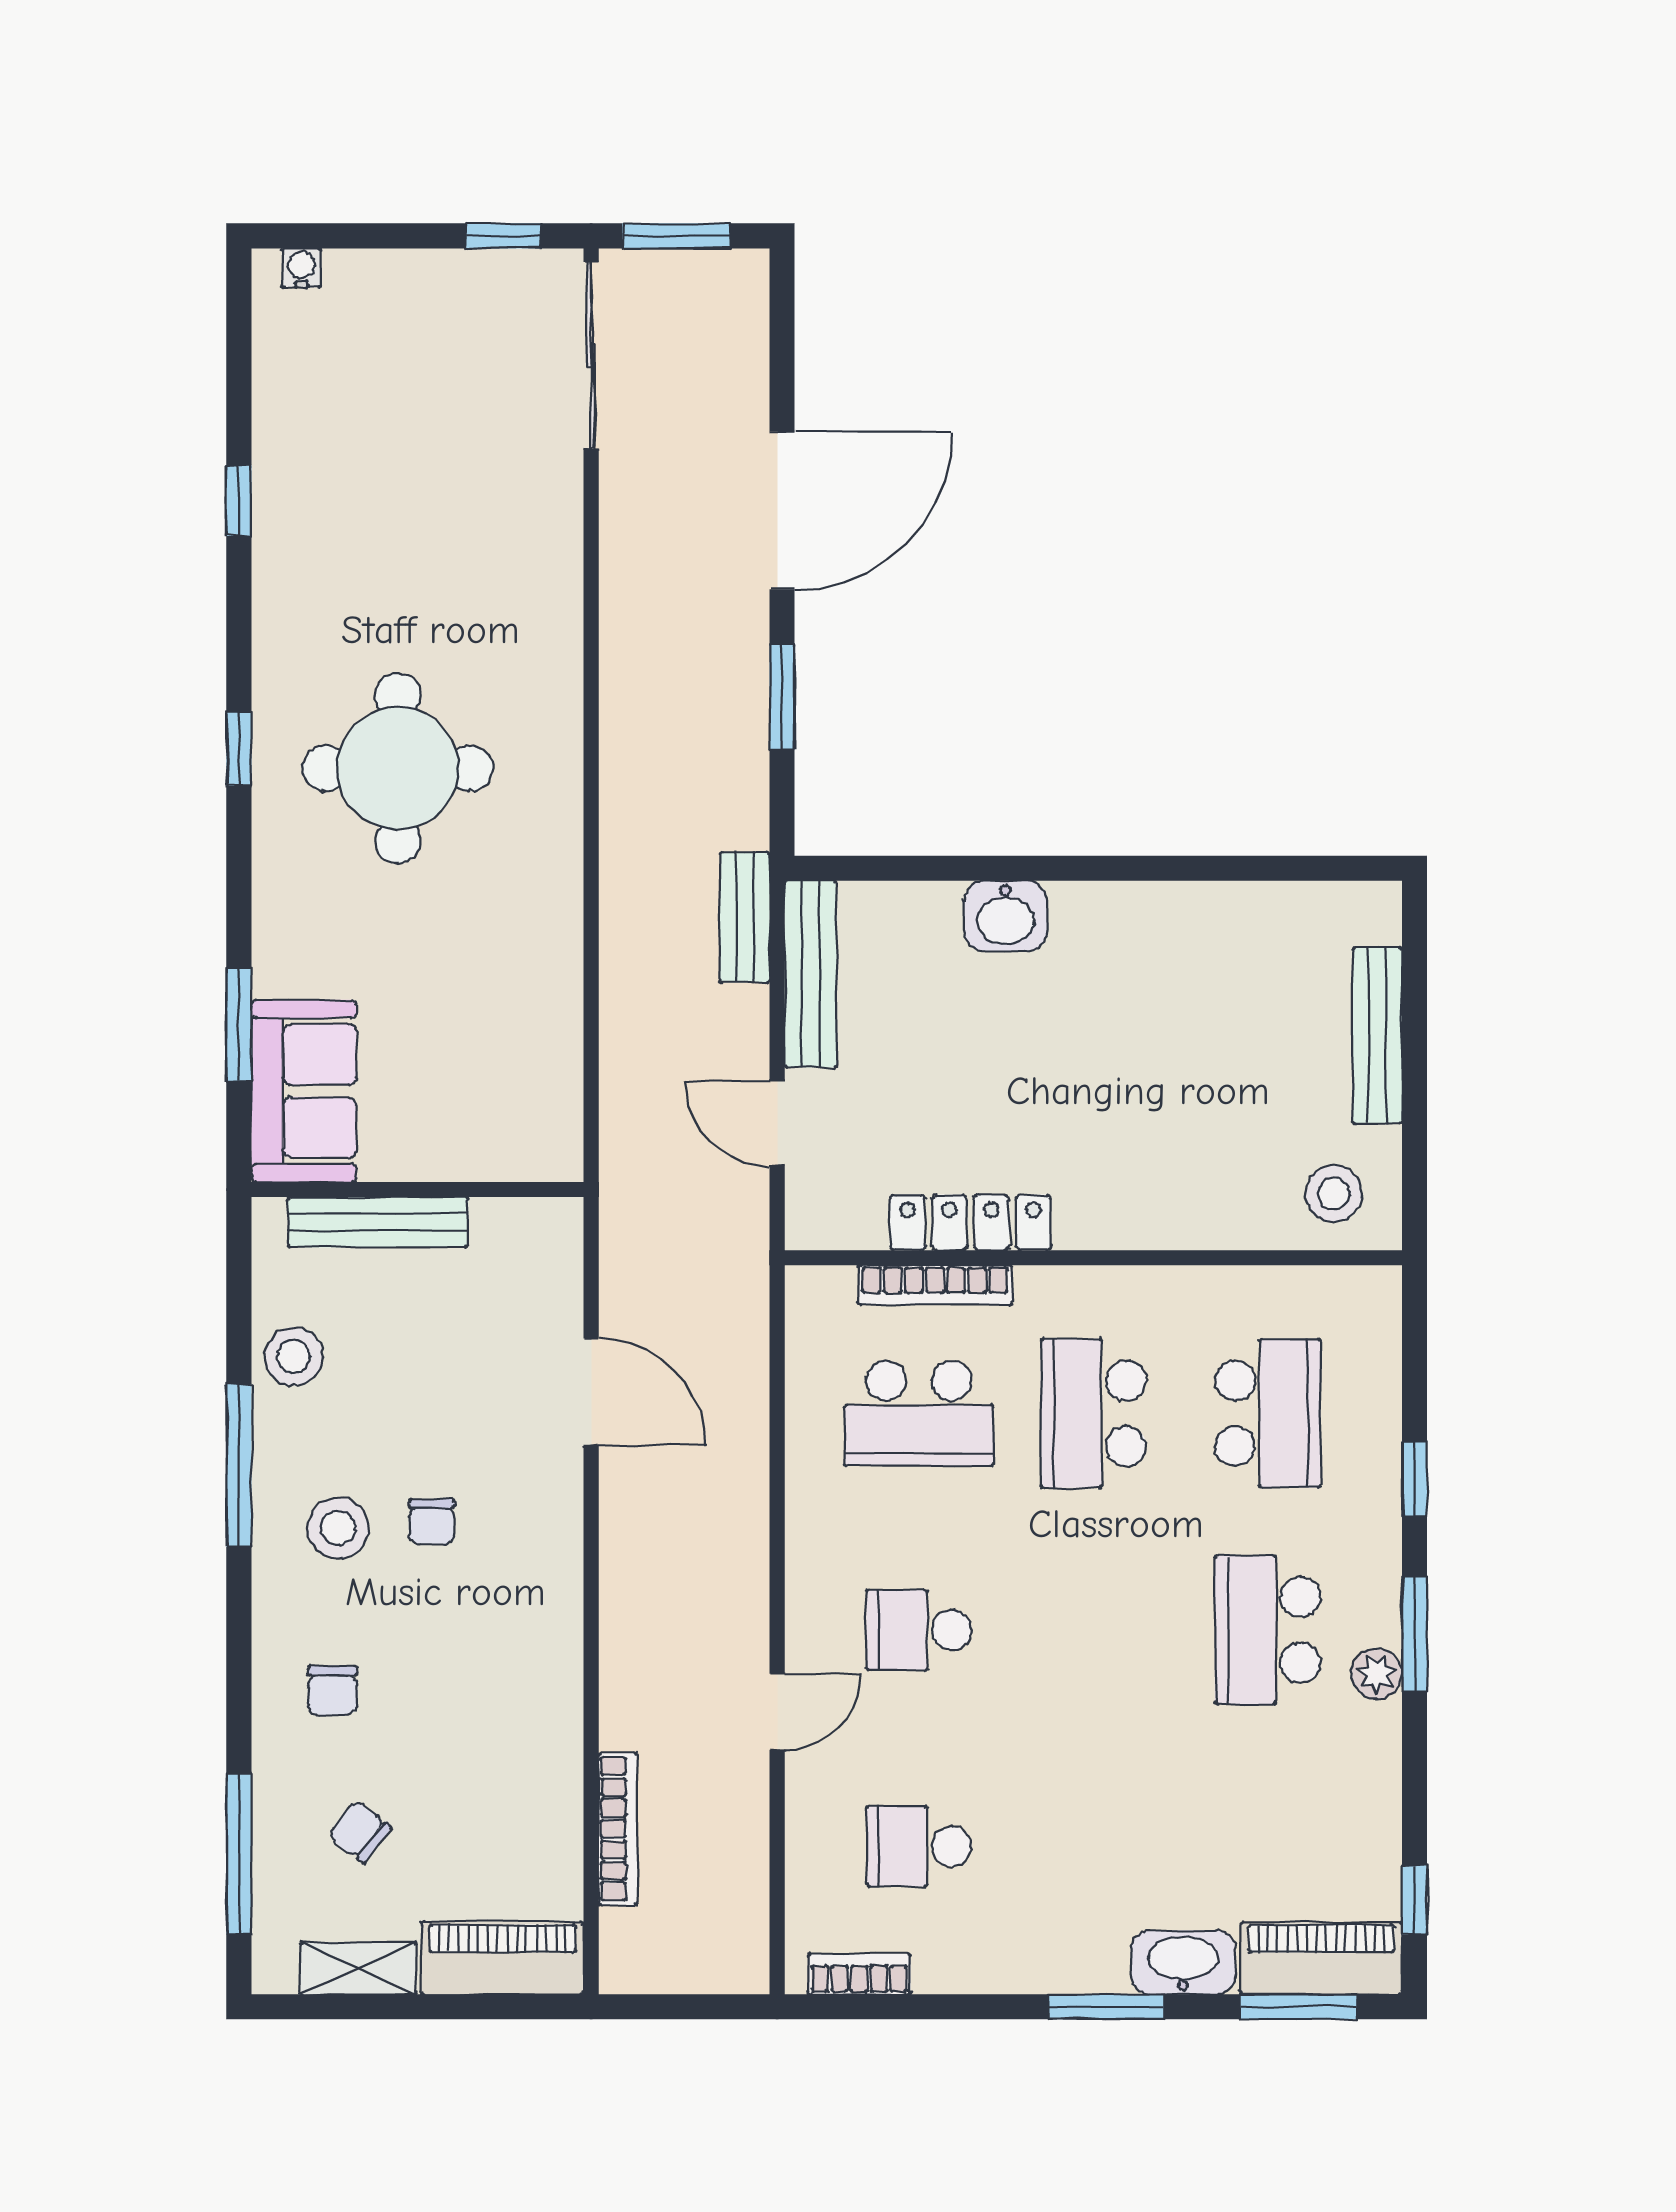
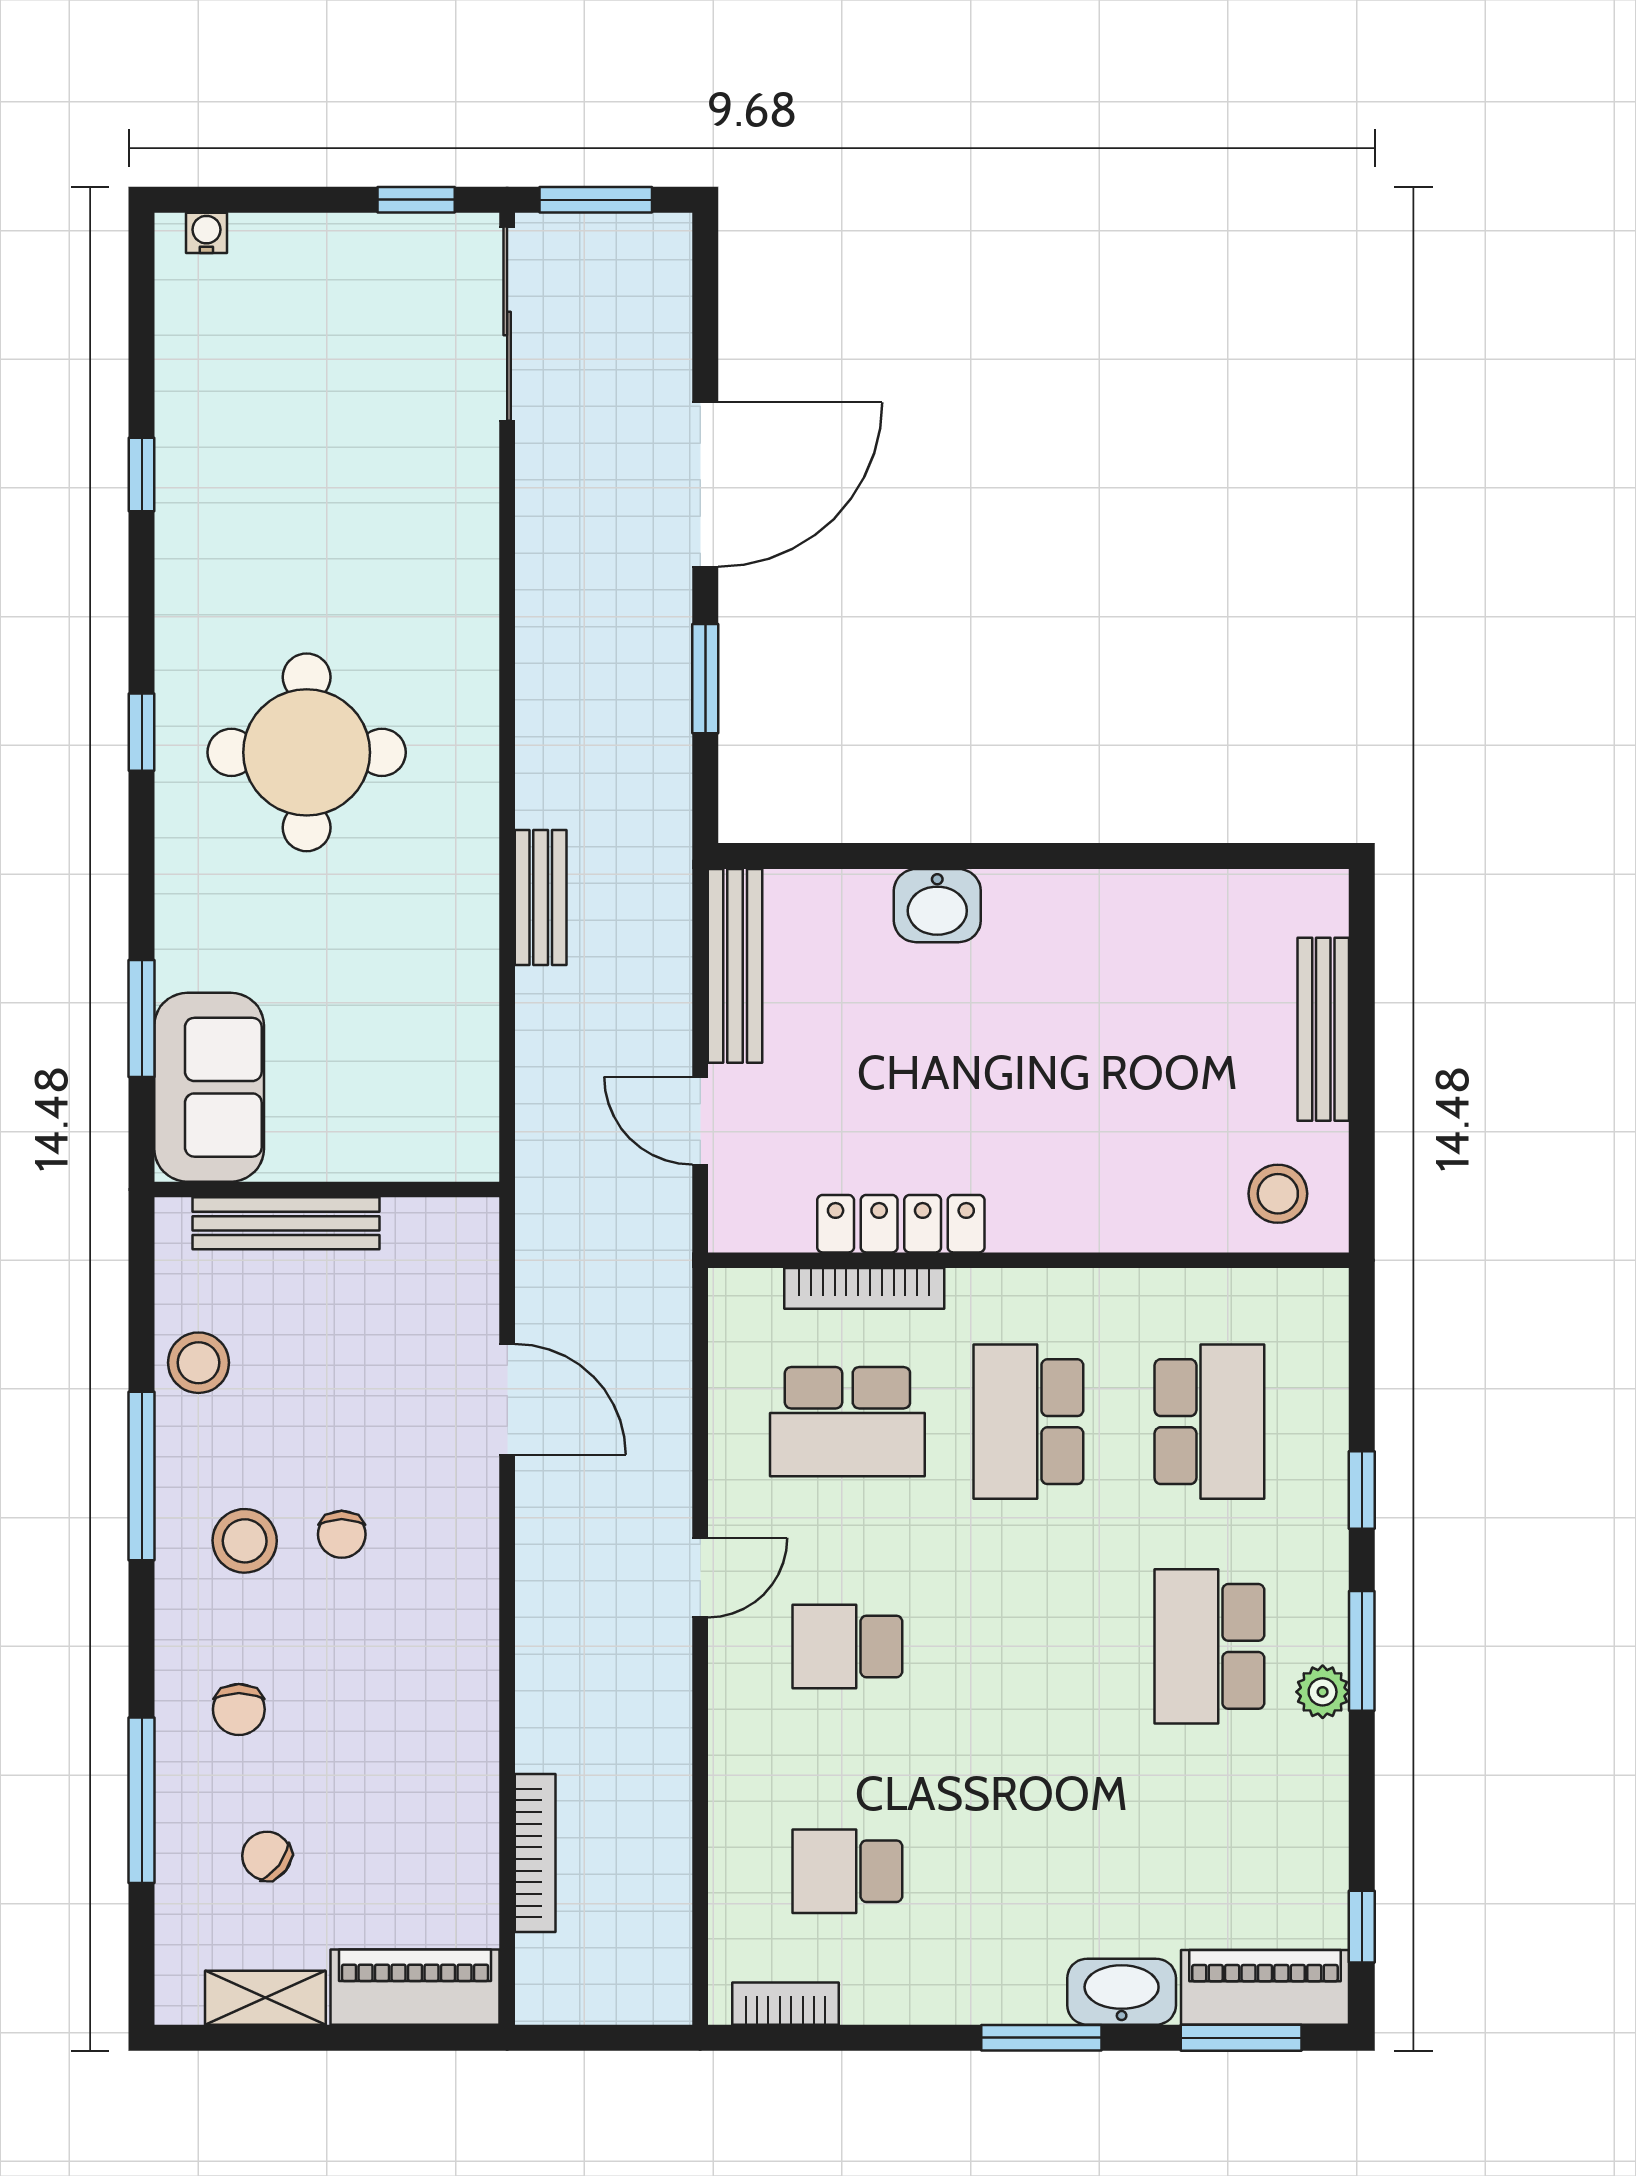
bench: (745, 917) -> (541, 898), moved
door: (777, 1712) -> (700, 1578), moved
window: (239, 1854) -> (142, 1800), moved

